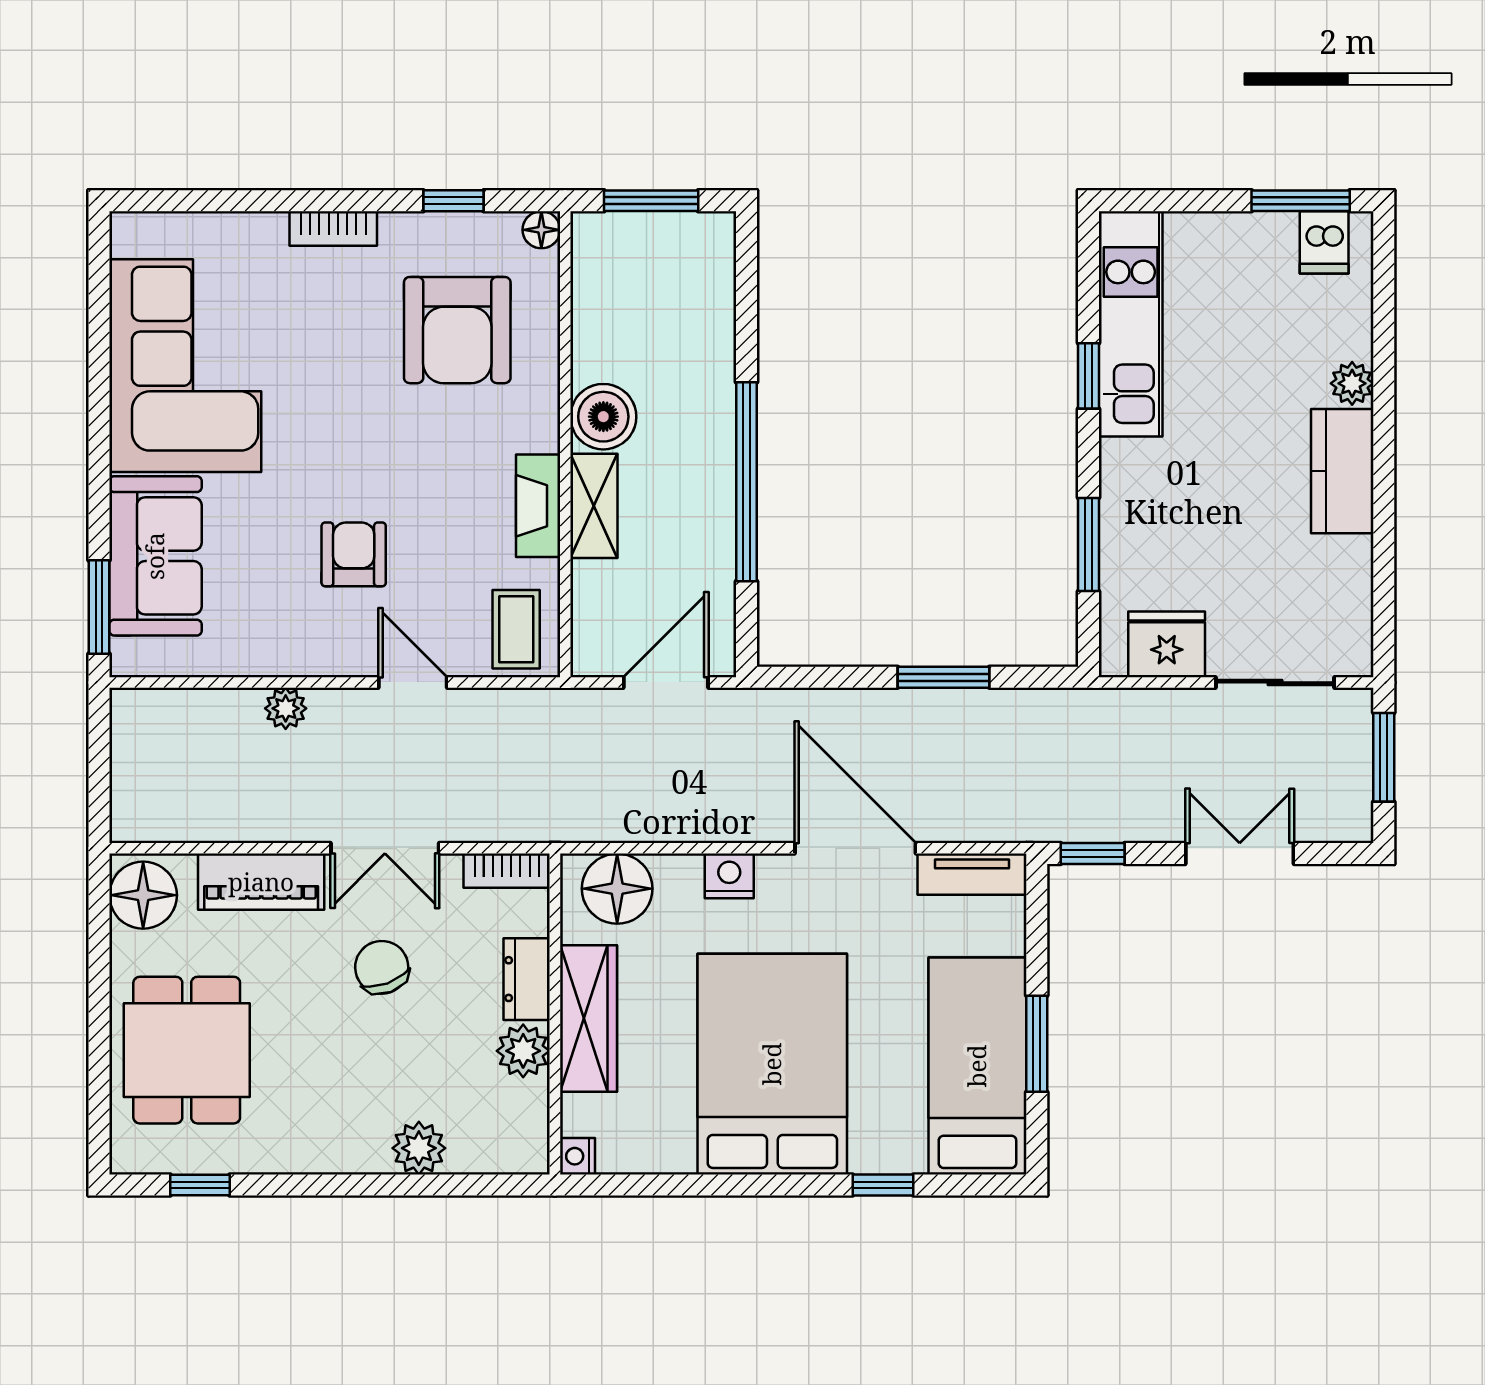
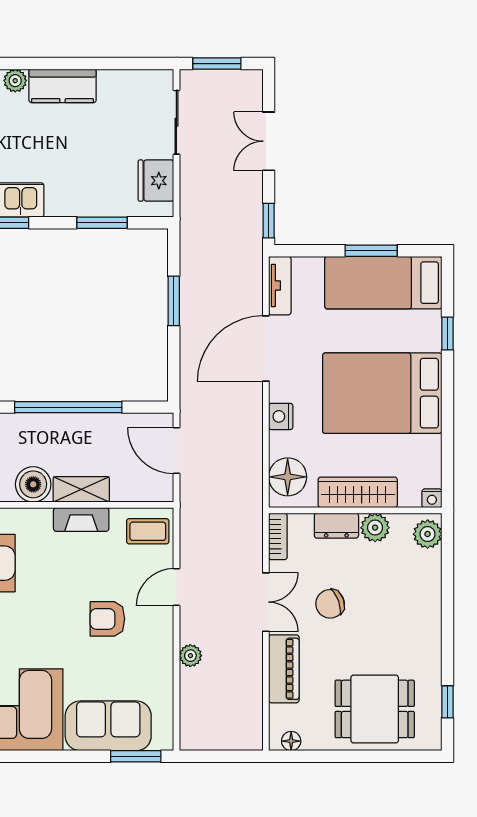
floor lamp: (143, 895) -> (291, 741), width x0.53, depth x0.53
plant: (419, 1148) -> (428, 534), moved

